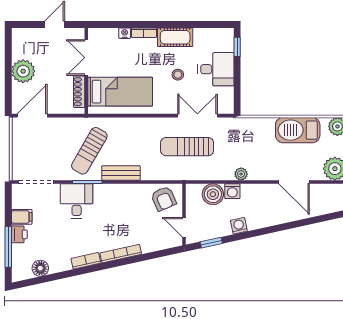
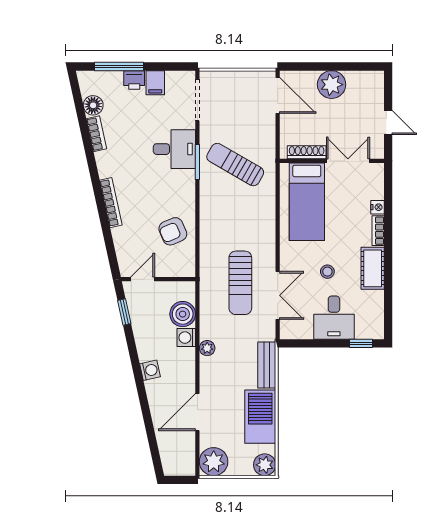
sun lounger: (187, 147) -> (240, 283), turned 180
bench: (121, 173) -> (267, 365), moved
armchair: (164, 199) -> (173, 231), moved
washing machine: (239, 226) -> (150, 370), moved
bookcase: (86, 261) -> (96, 134), moved

